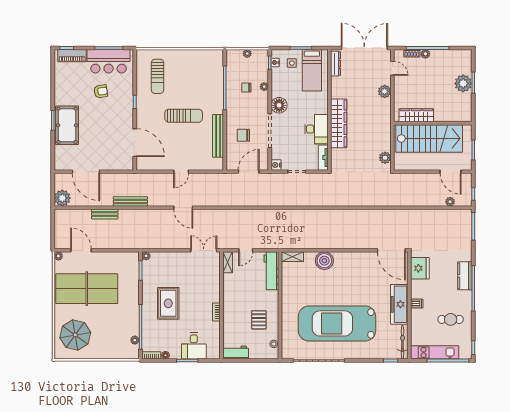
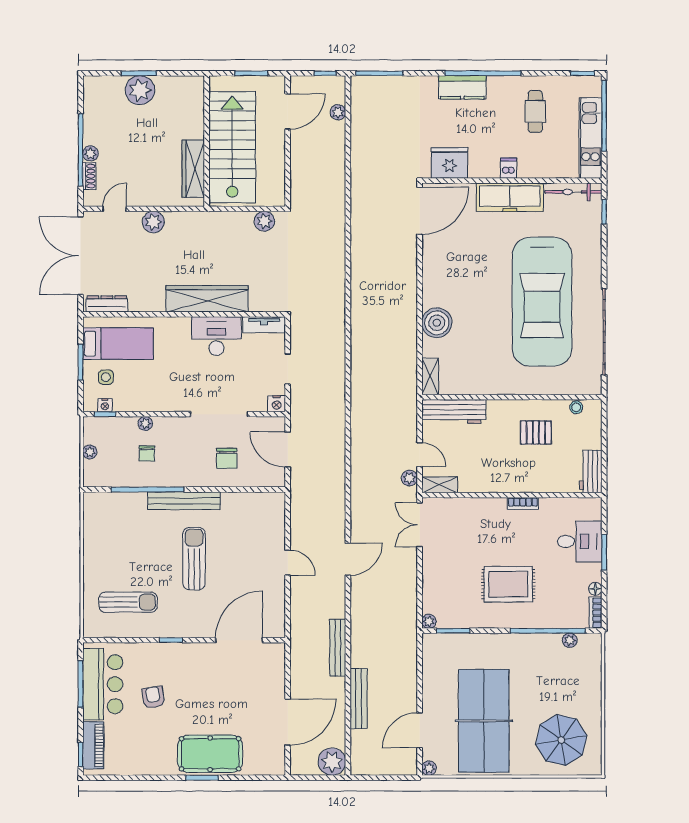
floor lamp: (279, 105) -> (177, 399), removed
bench: (218, 136) -> (184, 501), moved
bench: (105, 214) -> (359, 699), width x1.36
plant: (232, 244) -> (409, 478), added

